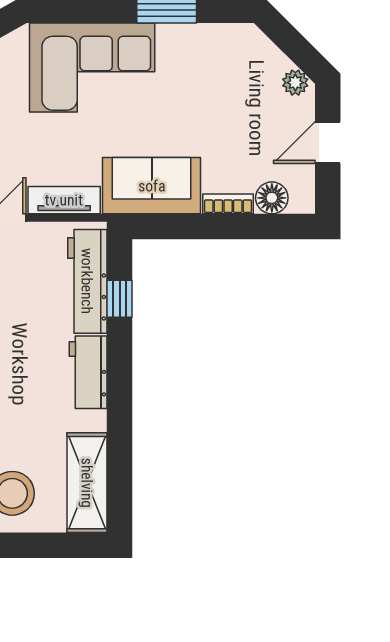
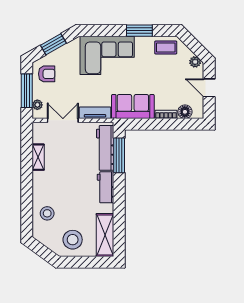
coffee table: (228, 49) -> (166, 47), added
door: (328, 142) -> (209, 88), hinge flipped
window: (120, 299) -> (119, 155), width x2.17

